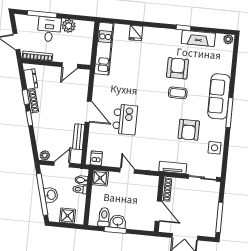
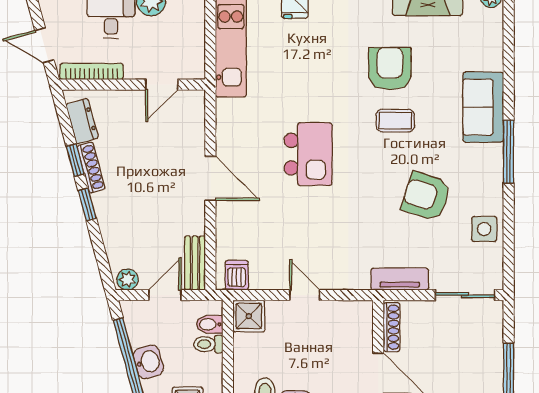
sofa: (219, 96) -> (483, 107), width x0.73
kitchen island: (125, 119) -> (308, 154), moved
armchair: (189, 130) -> (426, 196), turned 108
bench: (79, 137) -> (195, 263), moved

